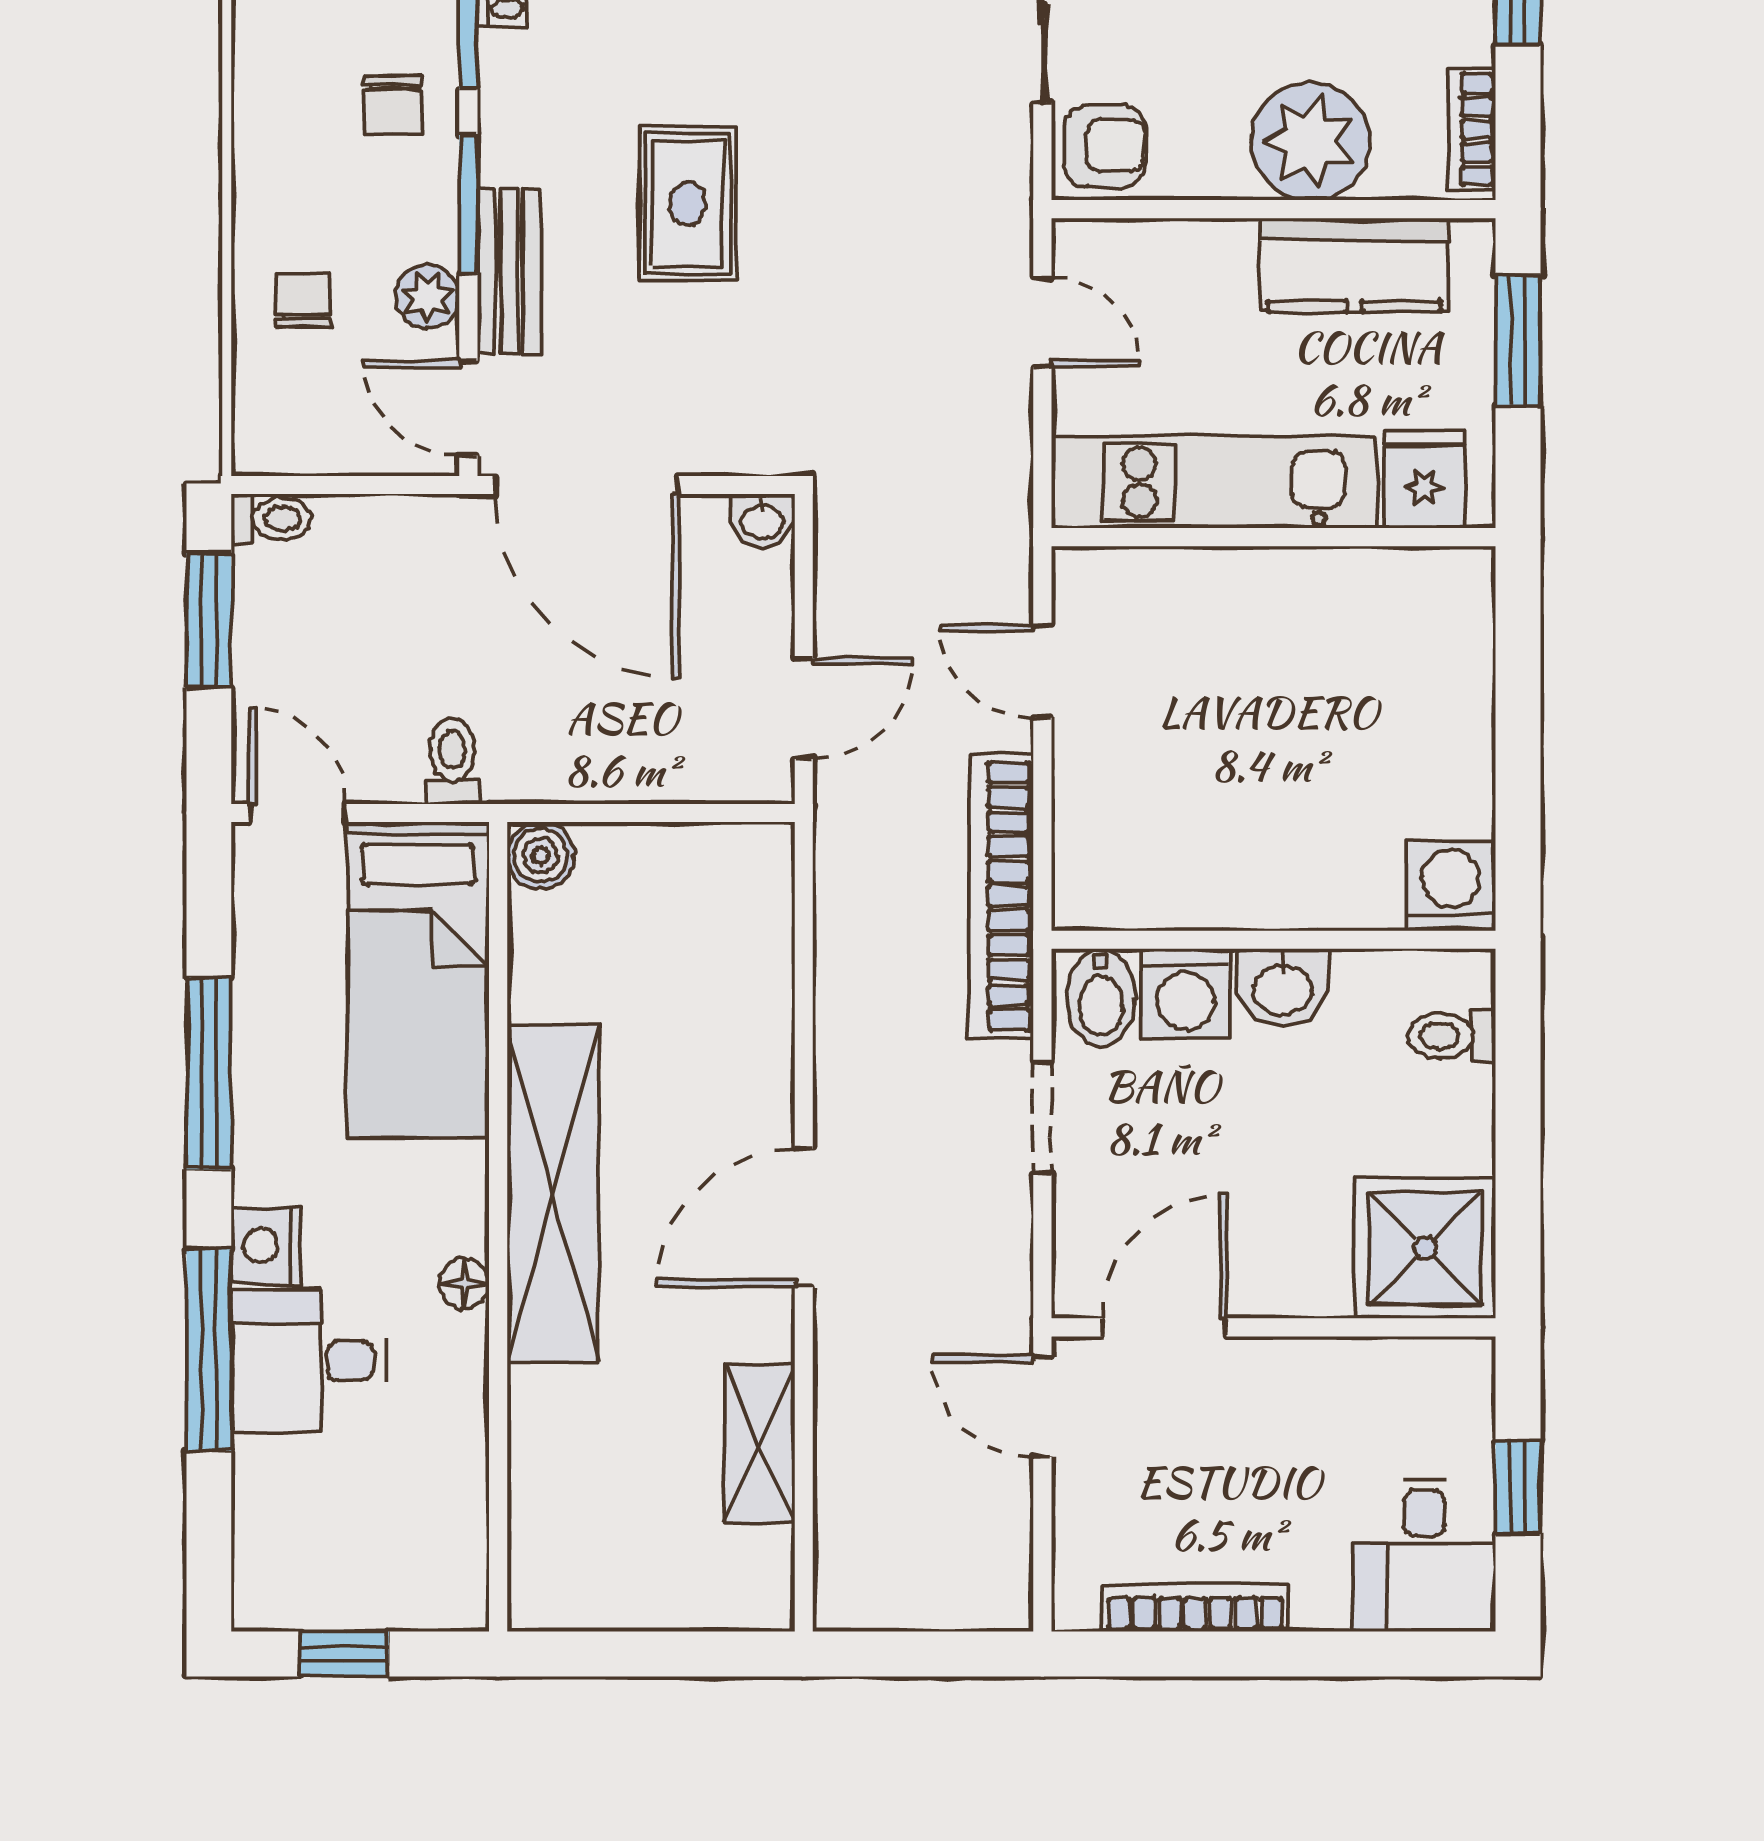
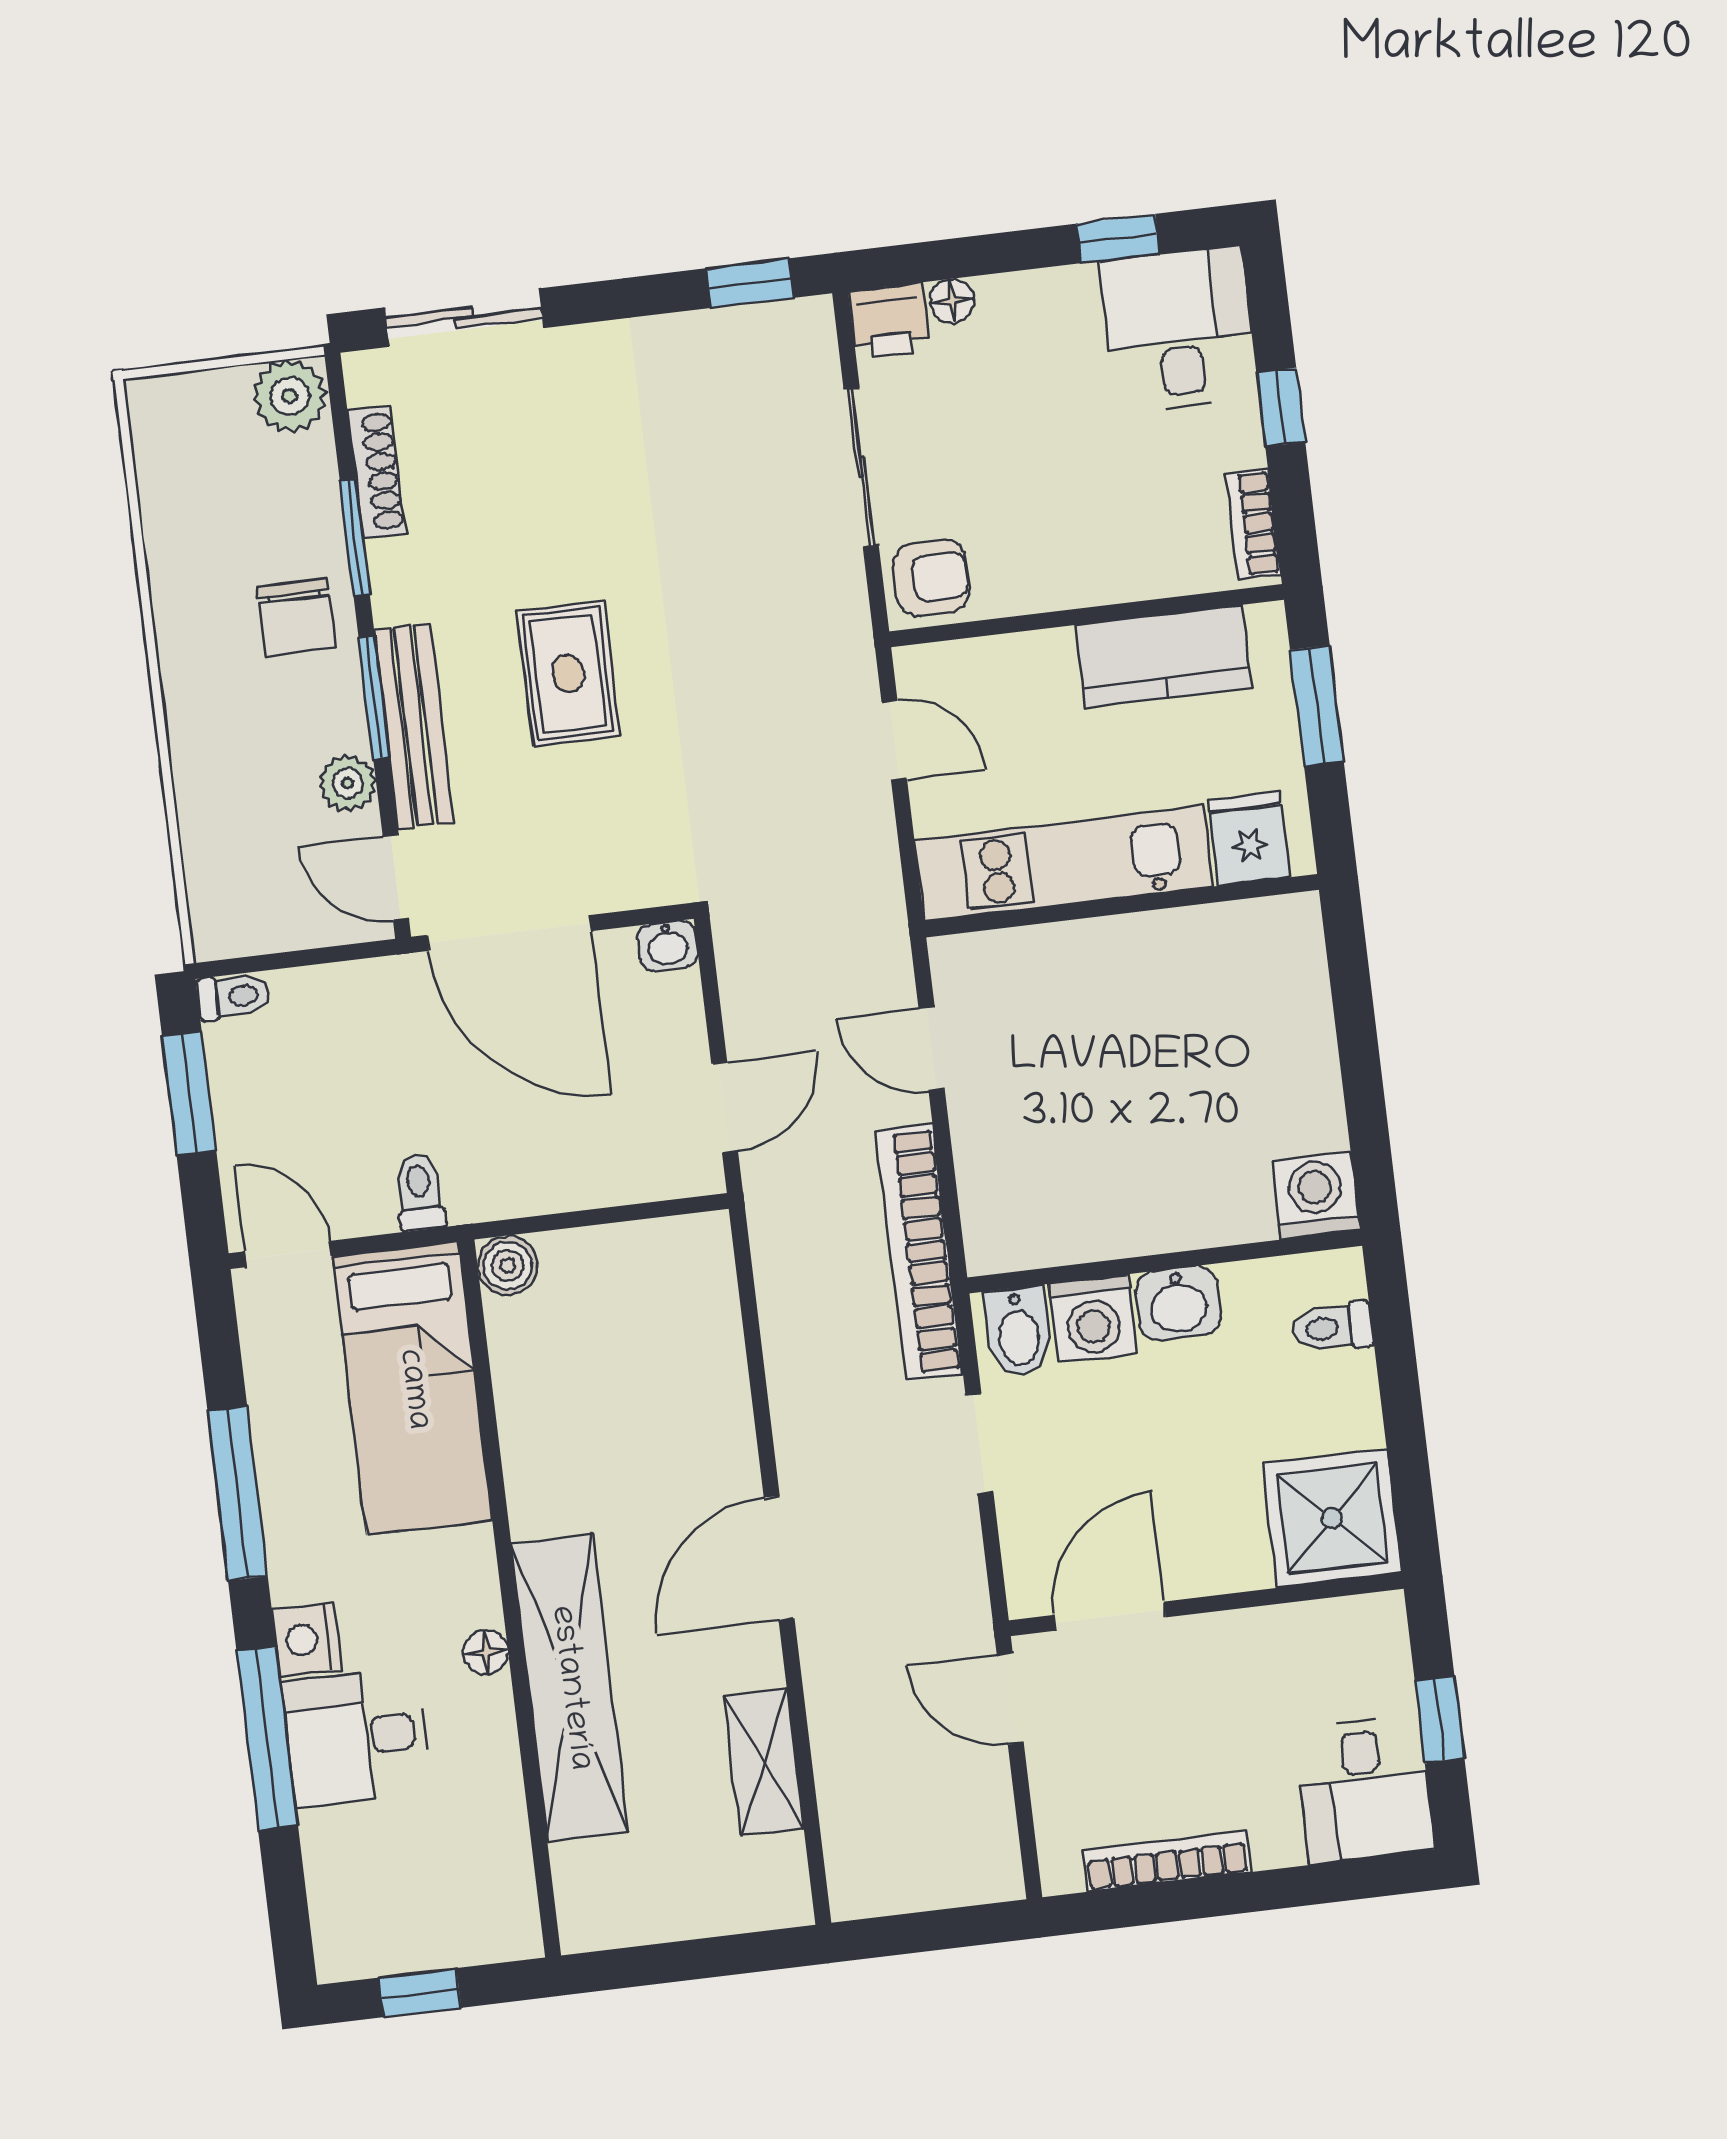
chair: (392, 105) -> (296, 617), width x1.37, depth x1.37
plant: (1310, 141) -> (1112, 551), removed
bench: (509, 271) -> (414, 726), width x1.36
chair: (303, 300) -> (238, 800), removed
shelving: (553, 1194) -> (570, 1688), moved

